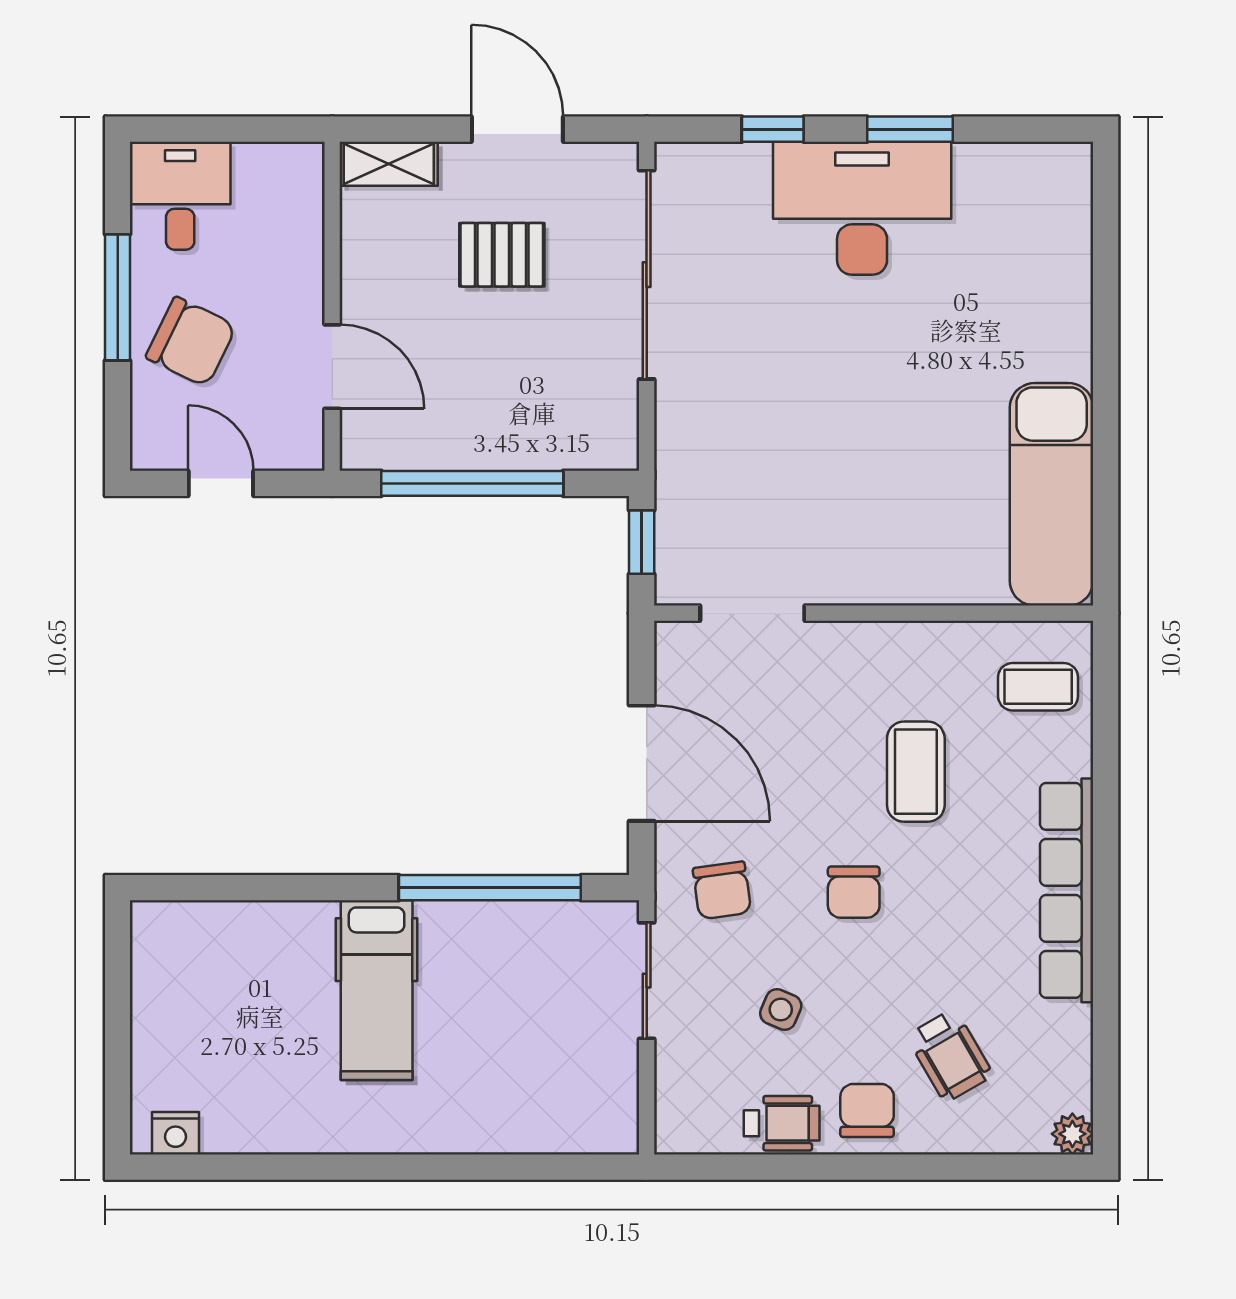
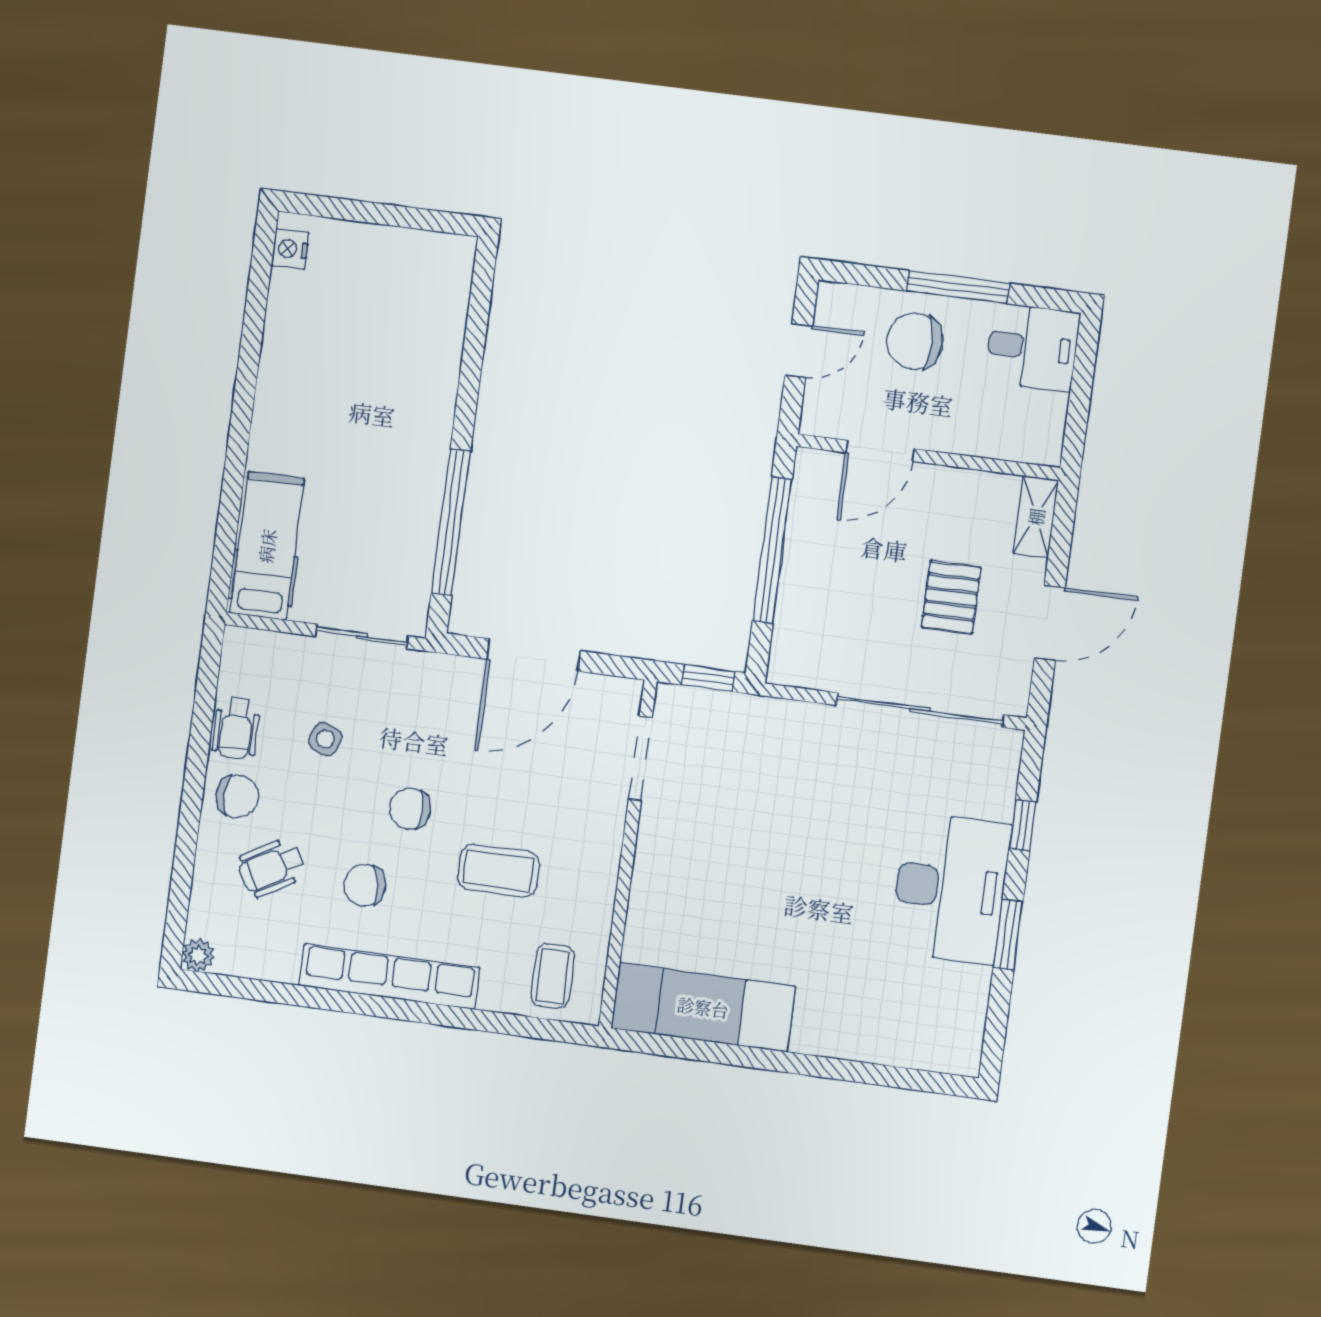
chair: (191, 342) -> (915, 341), turned 64
chair: (722, 890) -> (365, 885), moved
hospital bed: (377, 990) -> (267, 546), moved, turned 90

